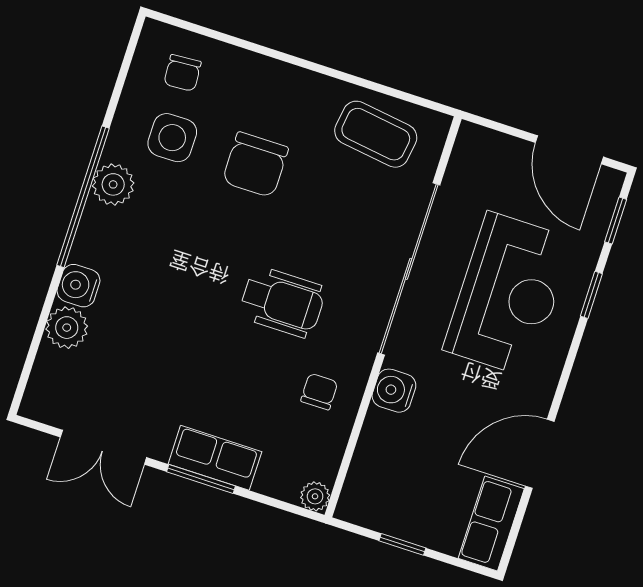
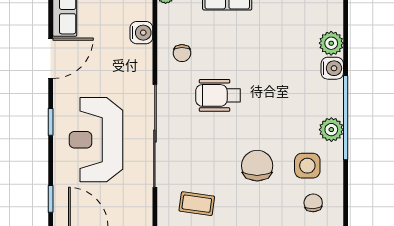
coffee table: (376, 134) -> (197, 204), width x0.73, depth x0.77
window: (591, 295) -> (51, 122), moved
water cooler: (394, 391) -> (141, 33), moved

